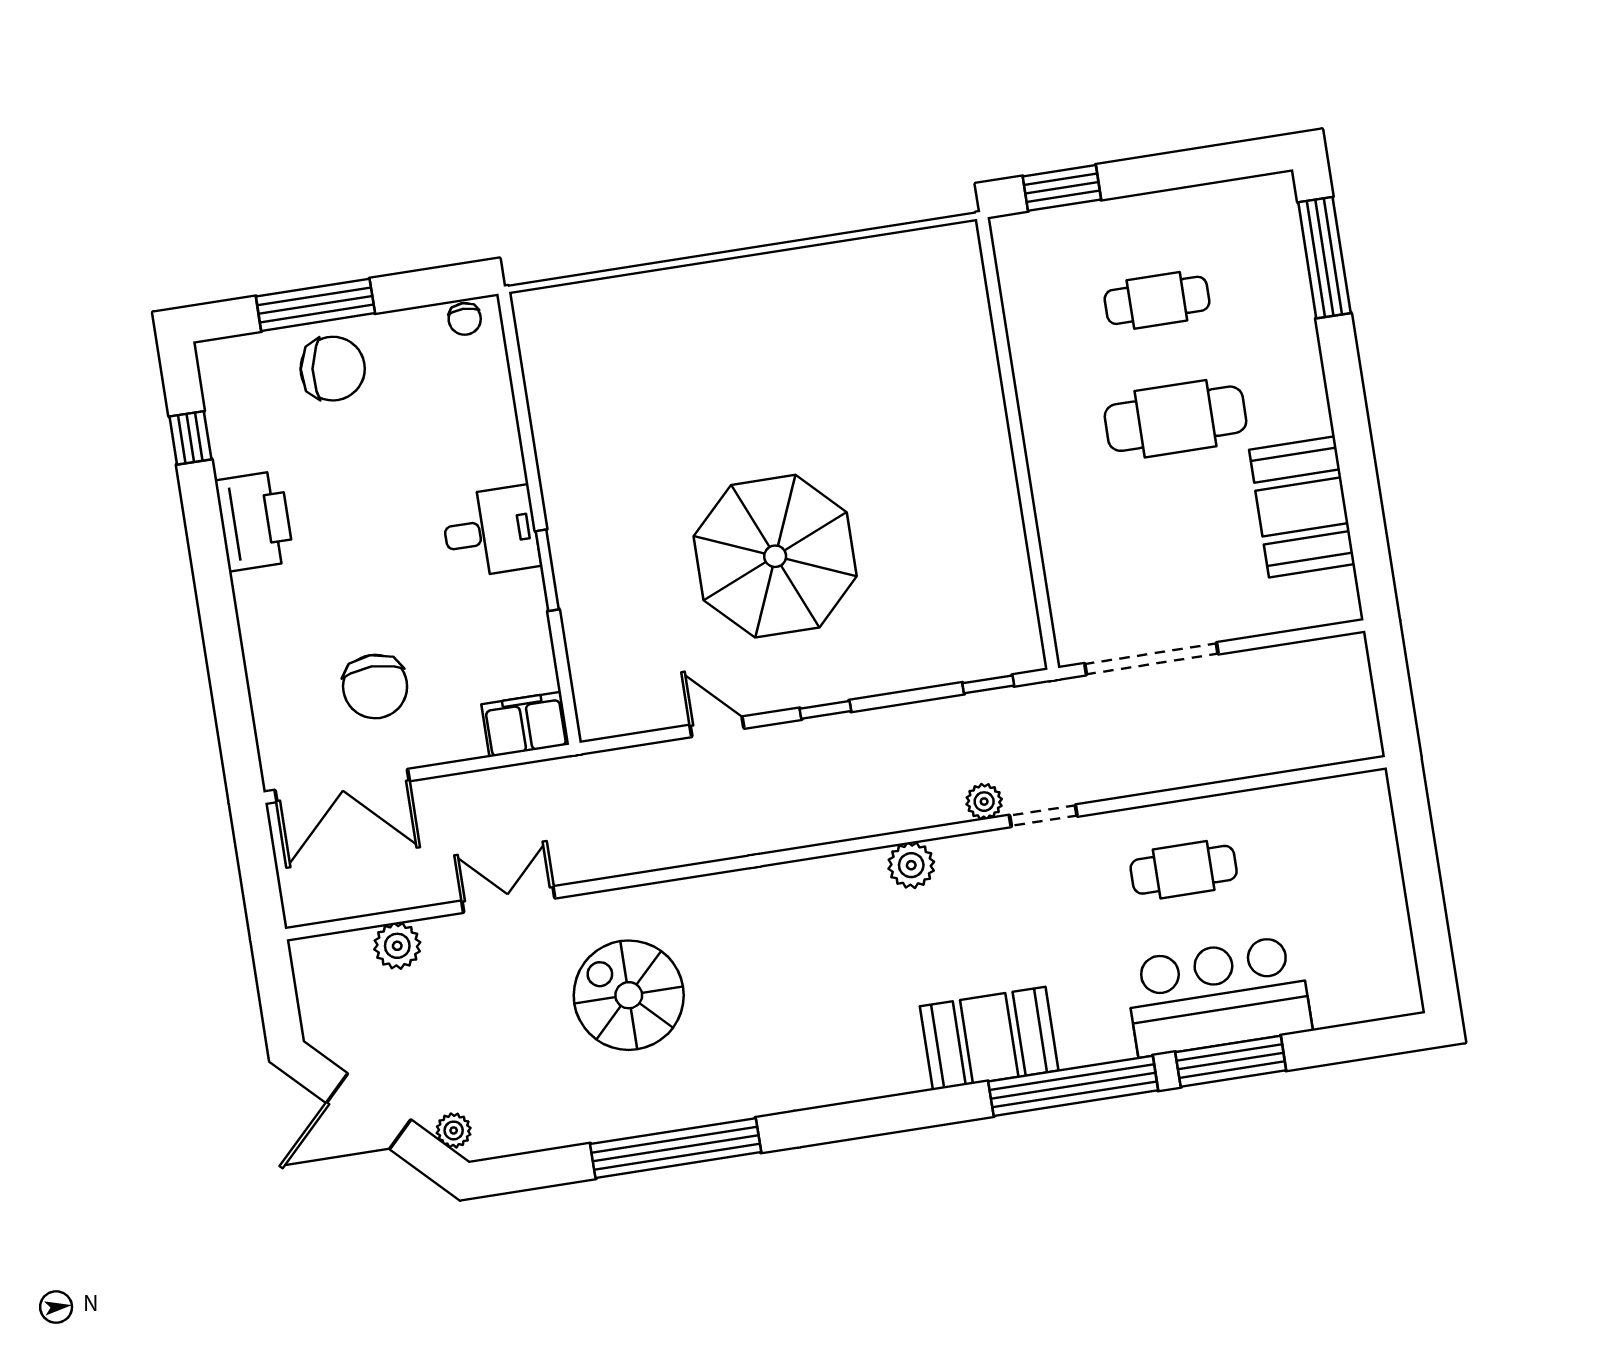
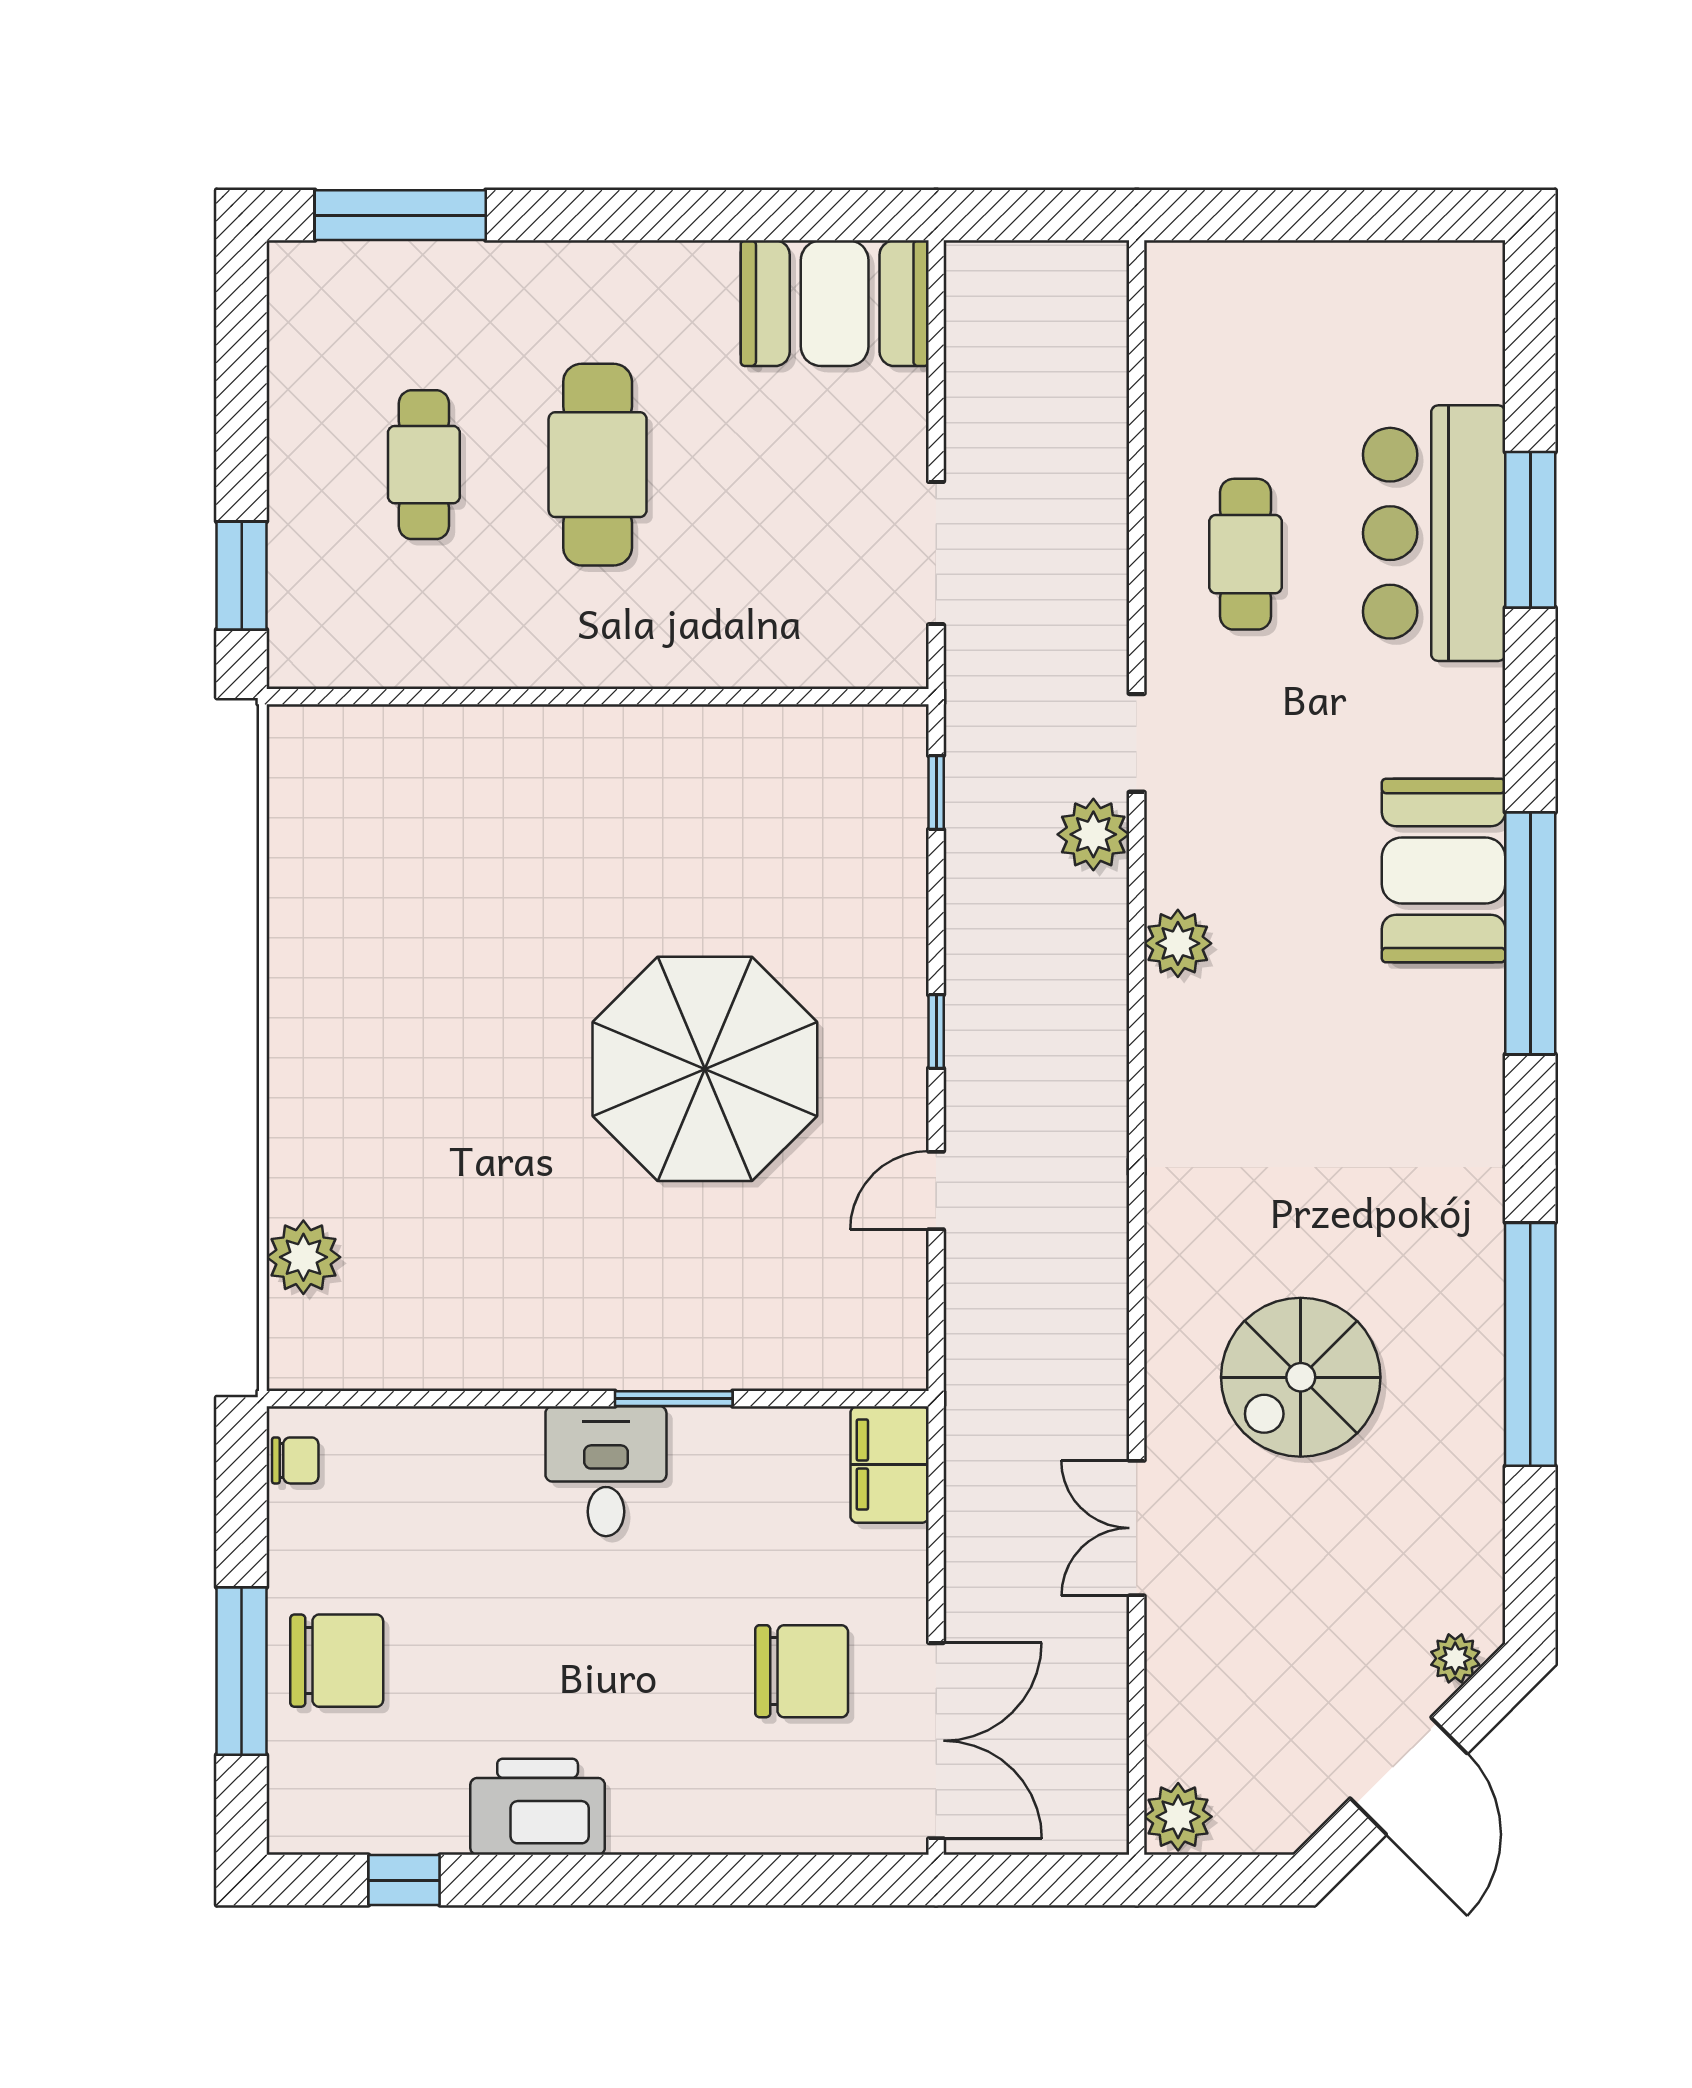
plant: (604, 303) -> (303, 1257), added
chair: (333, 369) -> (337, 1661), turned 82
booth: (1302, 507) -> (835, 303), moved
doorway: (1151, 659) -> (936, 553), width x0.73
plant: (984, 802) -> (1093, 834), width x1.38, depth x1.38
plant: (397, 946) -> (1178, 1817), moved
window: (1073, 1086) -> (1530, 933), moved

